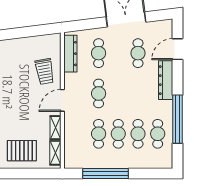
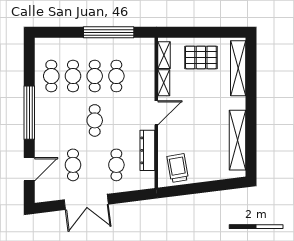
dresser: (70, 54) -> (147, 150), moved
trolley: (45, 71) -> (178, 168), moved
dresser: (166, 80) -> (42, 135), removed
cafe table: (99, 93) -> (95, 120), moved
window: (178, 119) -> (29, 113), moved

